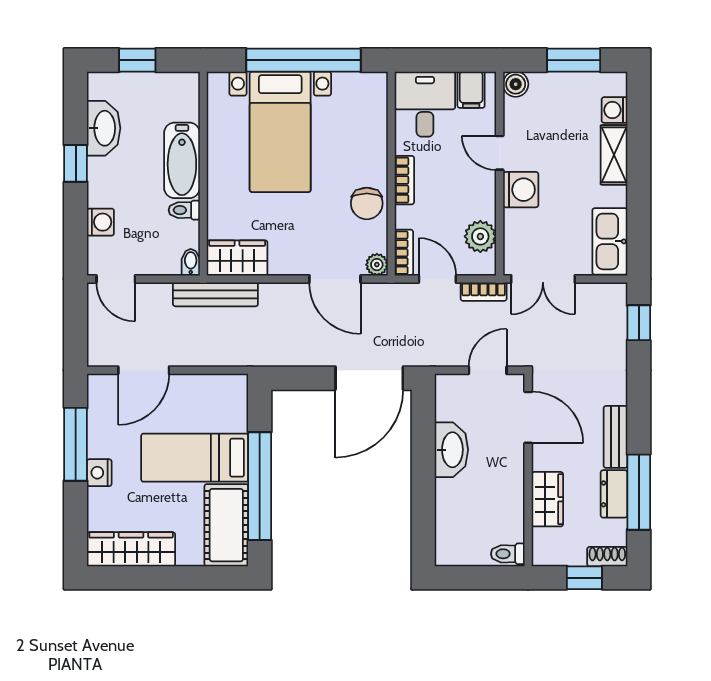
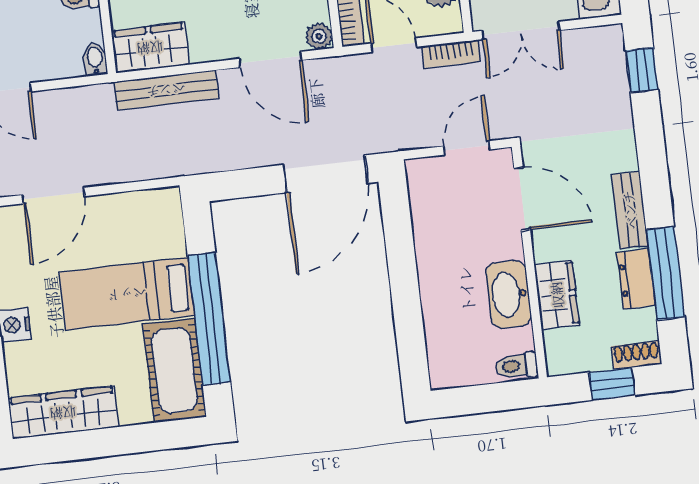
bench: (215, 294) -> (166, 90), moved
washbasin: (451, 450) -> (509, 294), moved, turned 180

